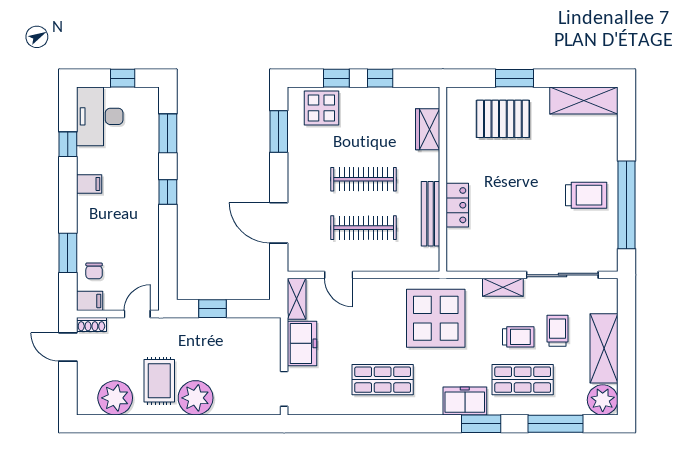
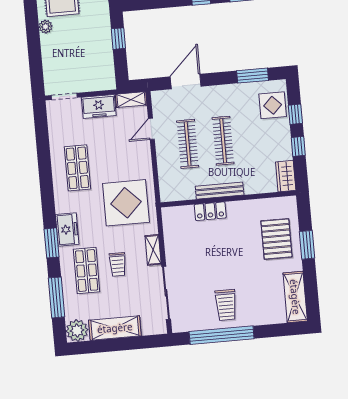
wardrobe: (428, 129) -> (286, 176), moved, turned -90
bench: (431, 214) -> (220, 191), moved
trolley: (558, 331) -> (125, 293), removed
plant: (196, 398) -> (46, 27), width x0.53, depth x0.53

